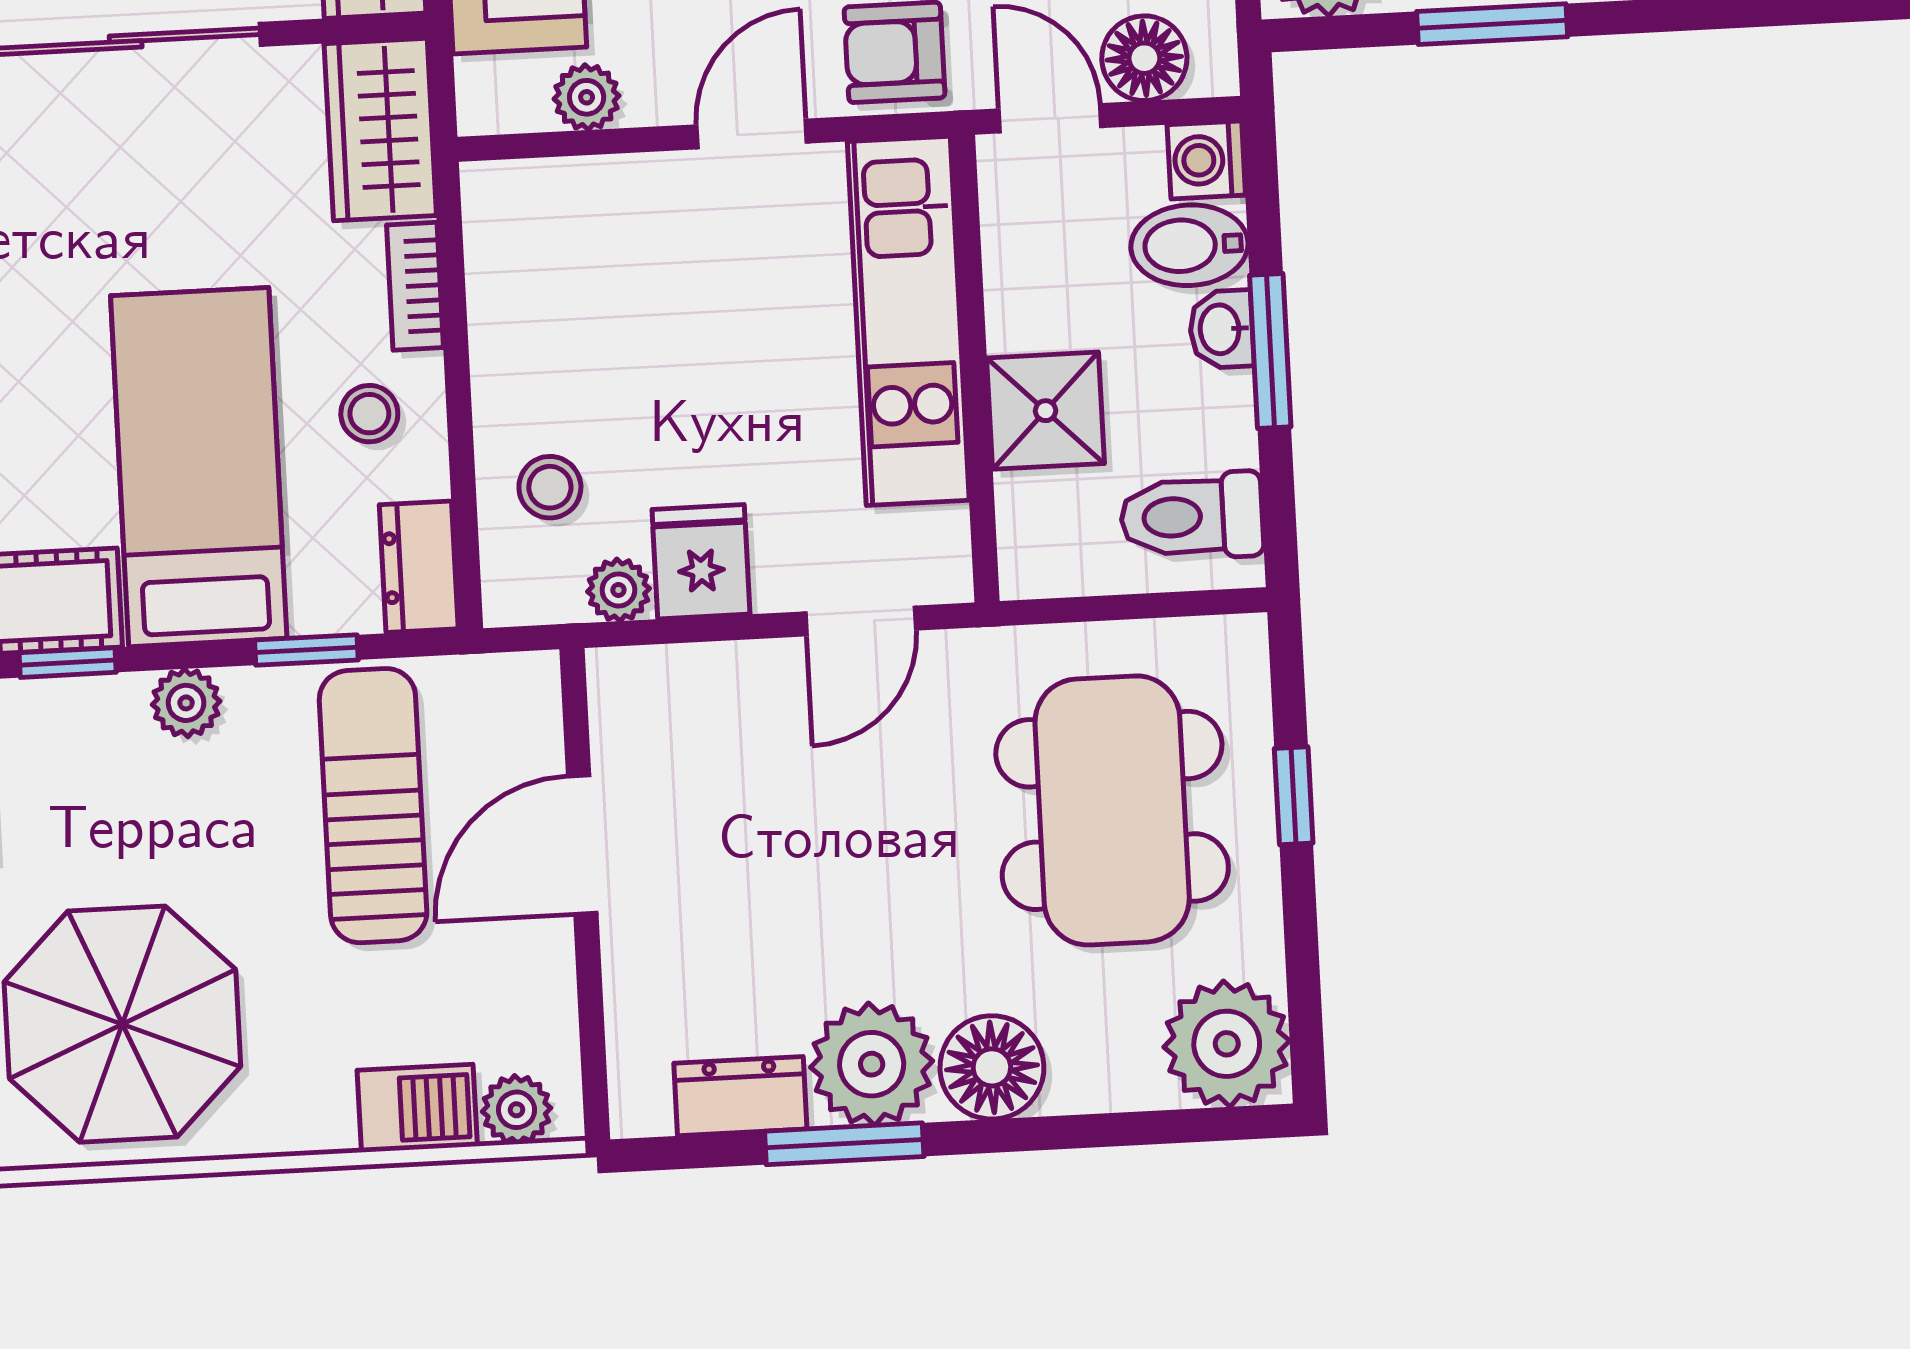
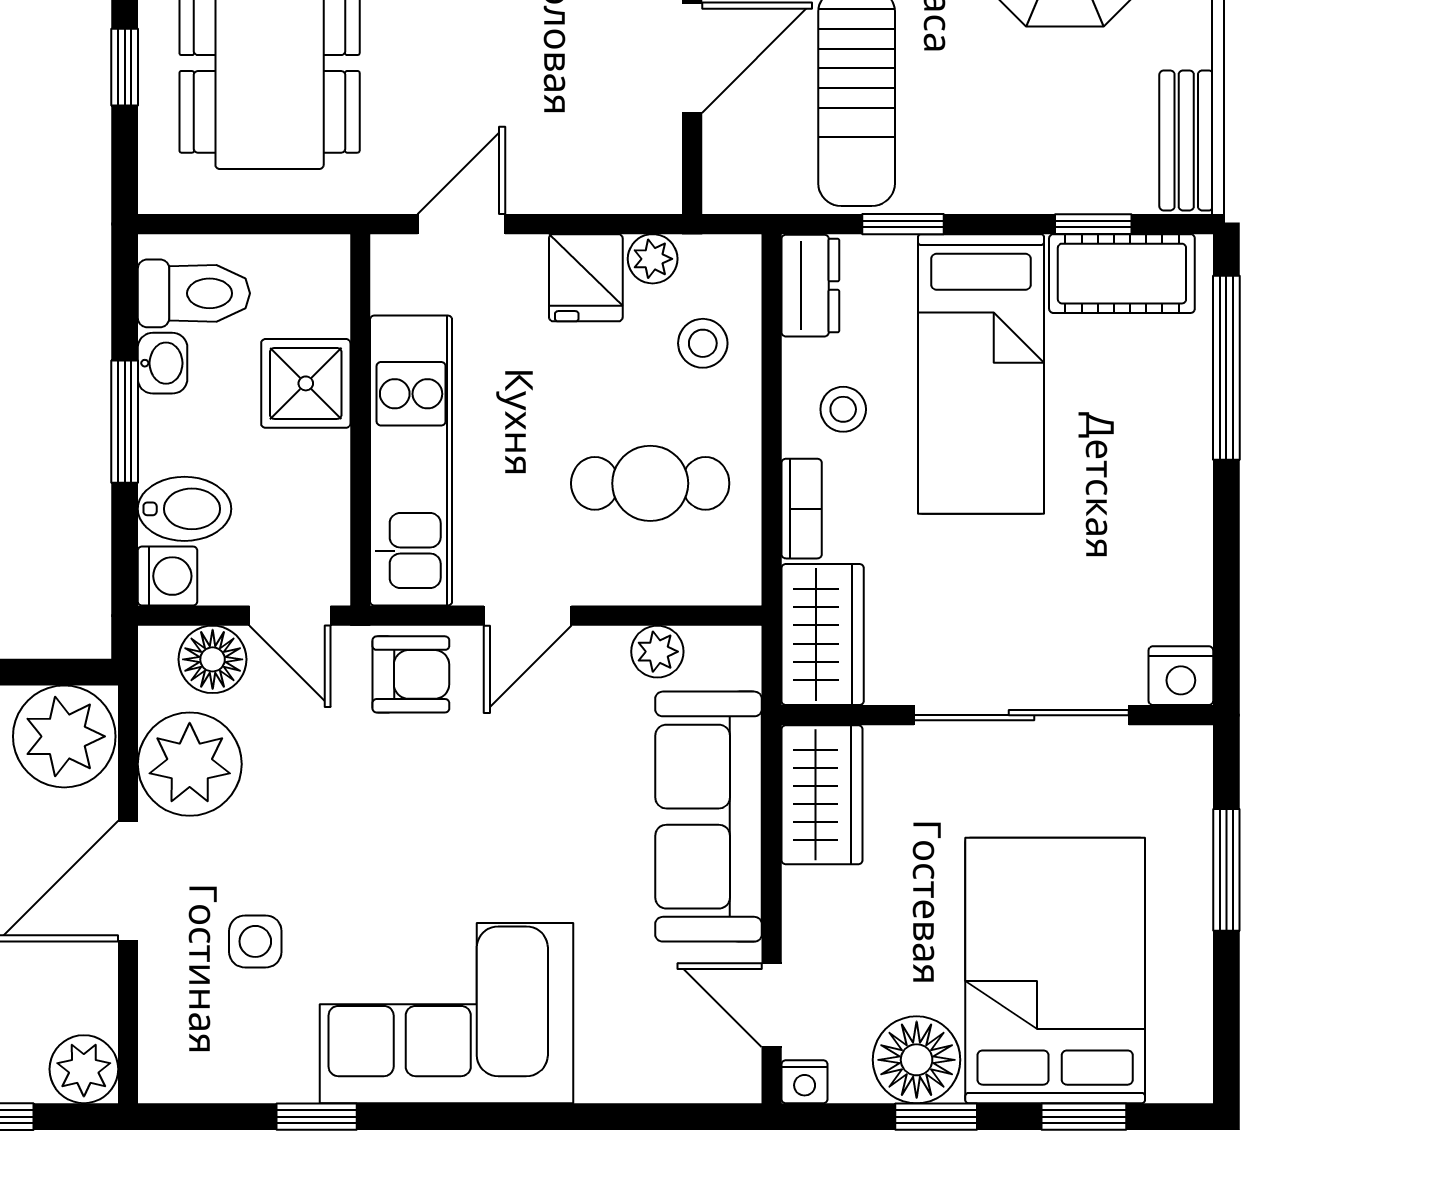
cafe table: (607, 308) -> (650, 483), added
washbasin: (1221, 329) -> (163, 363), moved
plant: (186, 703) -> (1001, 187), removed

